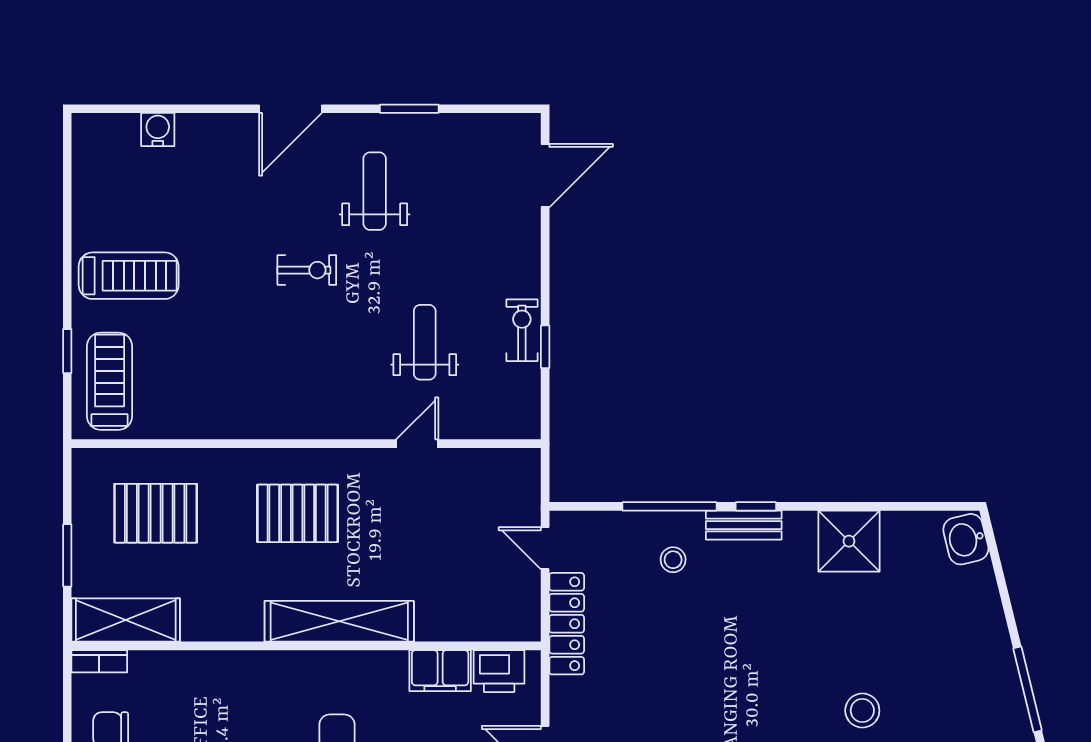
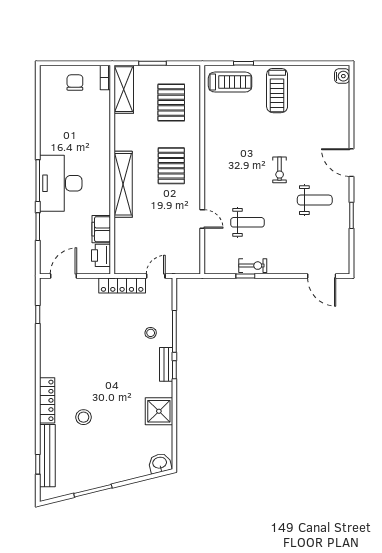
water cooler: (158, 130) -> (342, 76), moved

